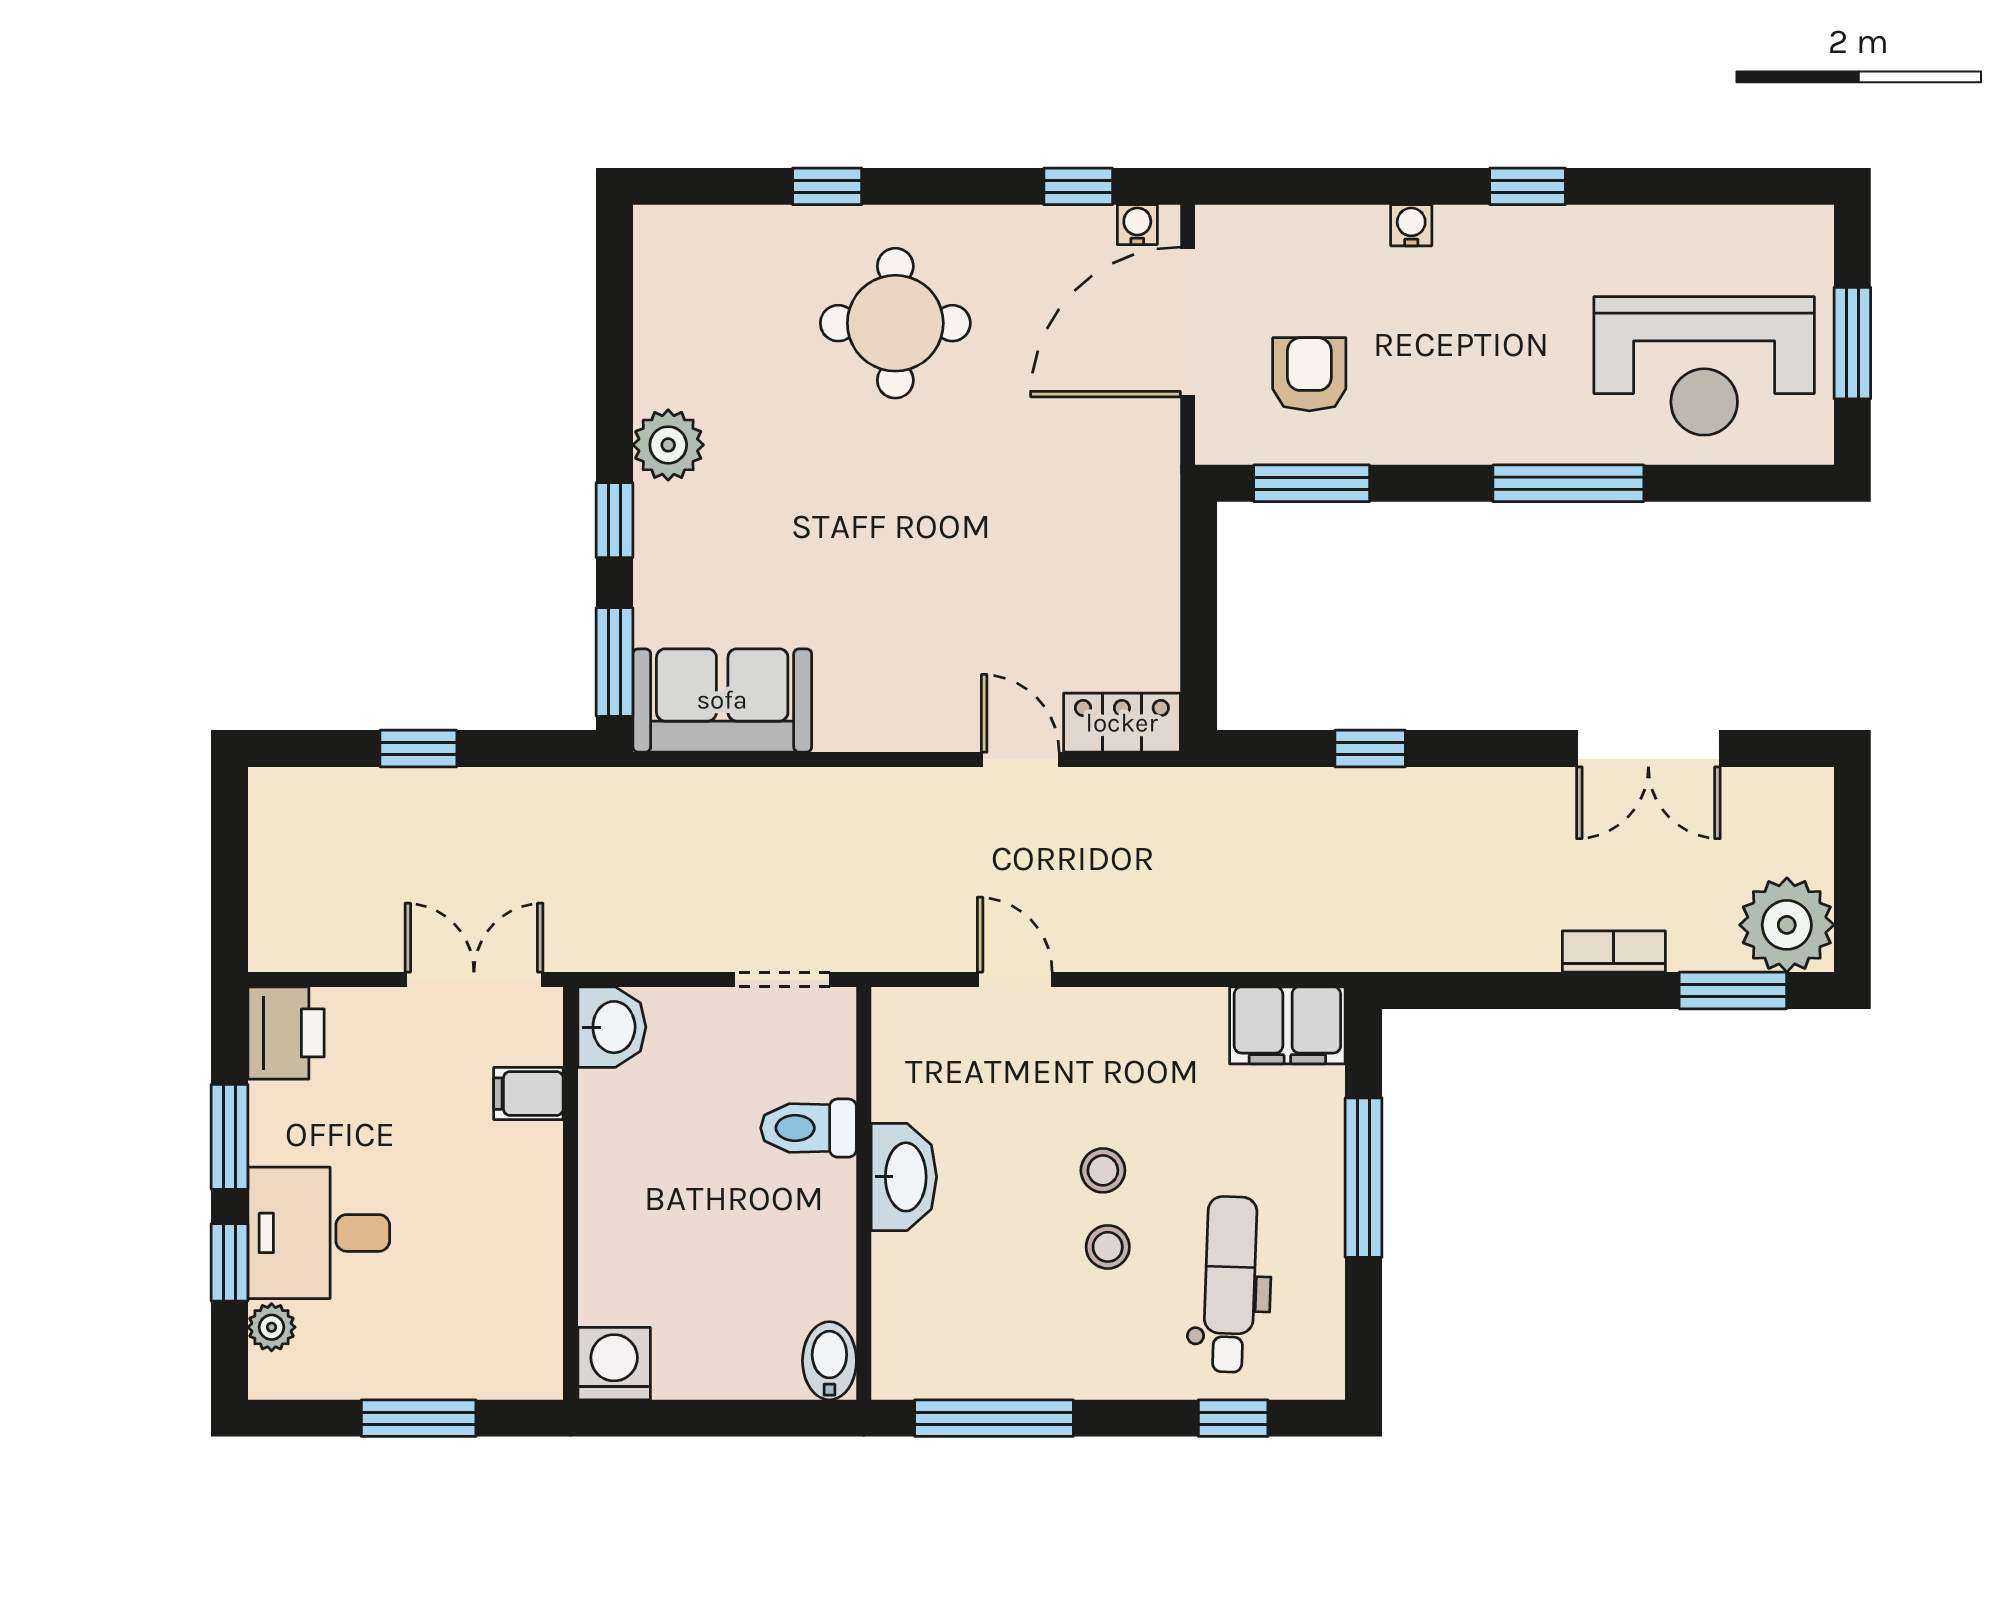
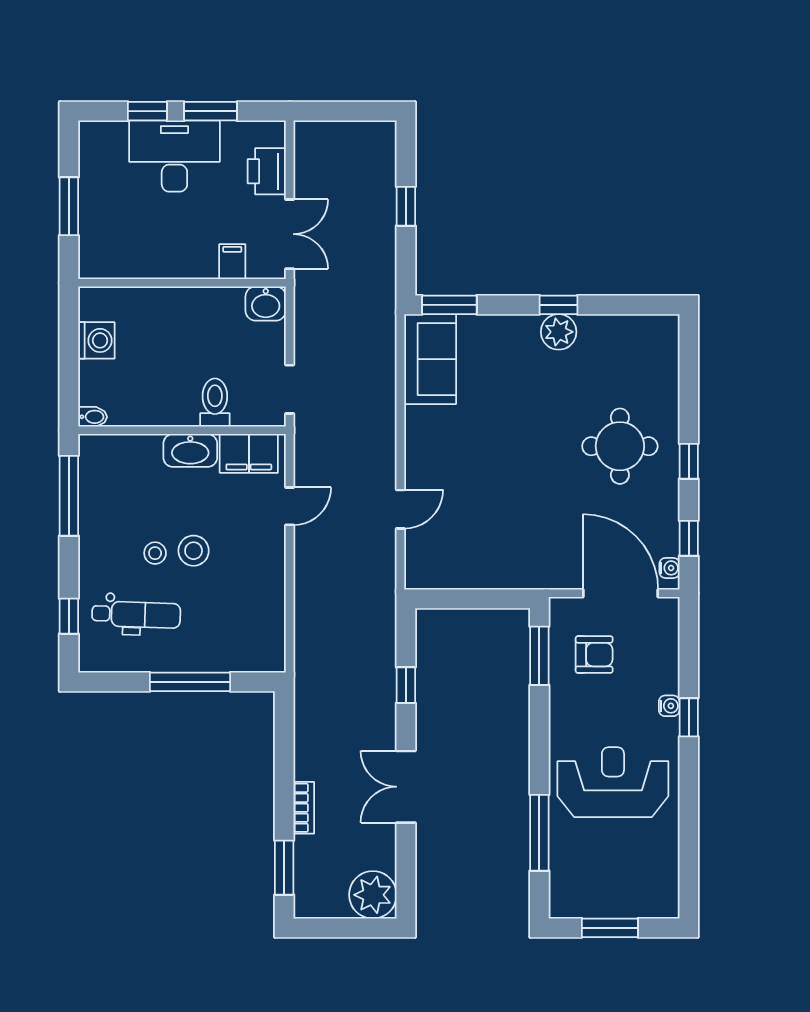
window: (827, 186) -> (689, 461), moved
window: (1528, 186) -> (689, 717), moved
reception desk: (1704, 366) -> (613, 782), moved, turned 90
window: (1568, 483) -> (539, 833), moved
window: (614, 520) -> (558, 305), moved
locker: (1122, 723) -> (419, 560), removed
double door: (1648, 748) -> (406, 787), moved
plant: (1787, 925) -> (373, 895), moved
filing cabinet: (1287, 1025) -> (249, 453), moved, turned -90
printer: (286, 1033) -> (267, 171), moved, turned 90
stool: (1103, 1170) -> (194, 551), width x1.37, depth x1.37
desk: (319, 1233) -> (174, 156), width x1.37
plant: (272, 1327) -> (115, 132), removed
bidet: (829, 1361) -> (93, 417), width x0.72, depth x0.74
washing machine: (614, 1364) -> (96, 340), moved

